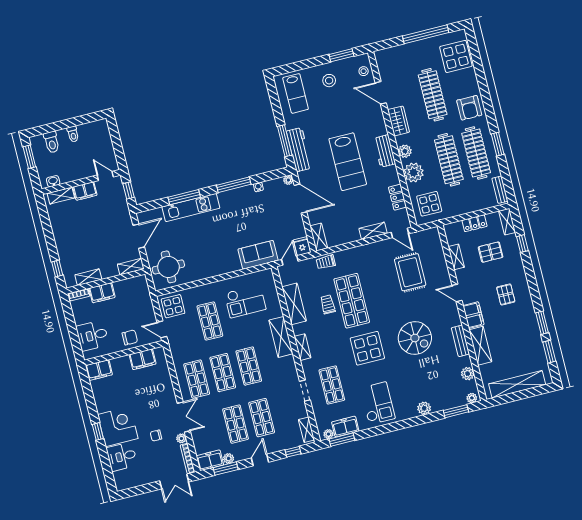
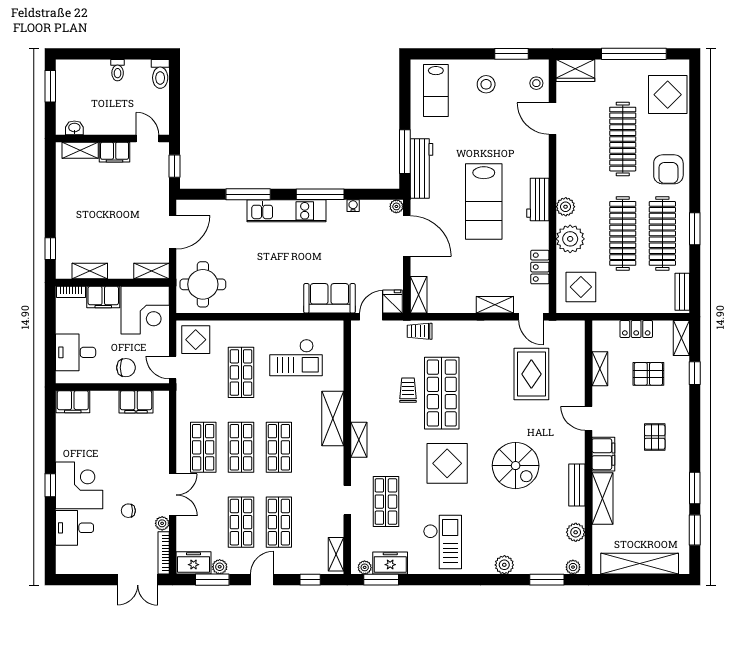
wardrobe: (399, 121) -> (575, 70), moved, turned 90
toilet: (52, 142) -> (160, 74), moved
kitchen unit: (191, 208) -> (287, 211), moved
corner desk: (133, 295) -> (145, 310), added
shelving: (294, 304) -> (362, 378), removed

